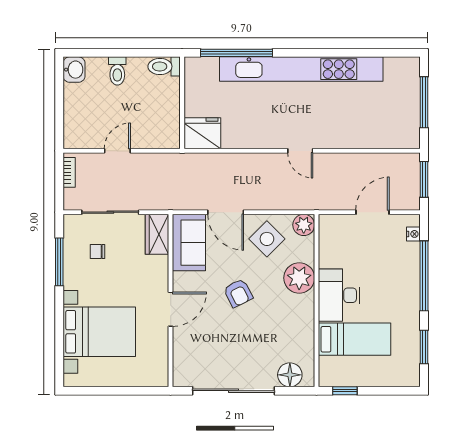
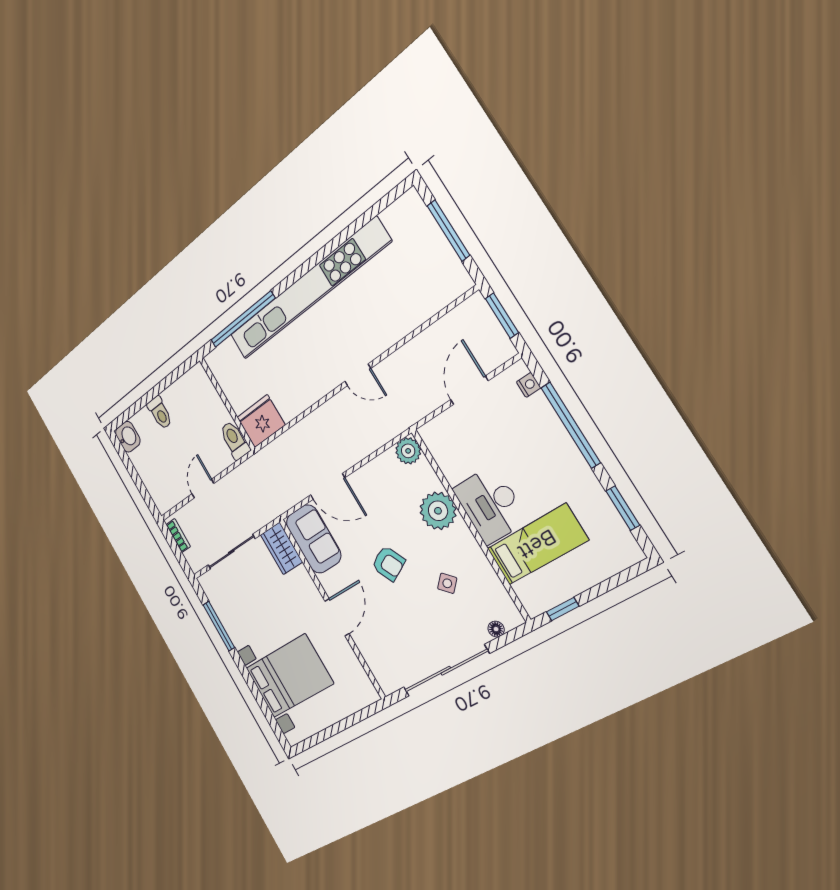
toilet: (164, 66) -> (235, 440), moved, turned 90
side table: (267, 239) -> (447, 583), moved, width x0.54, depth x0.54
chair: (97, 252) -> (243, 597), removed
floor lamp: (290, 375) -> (496, 629), width x0.53, depth x0.53

